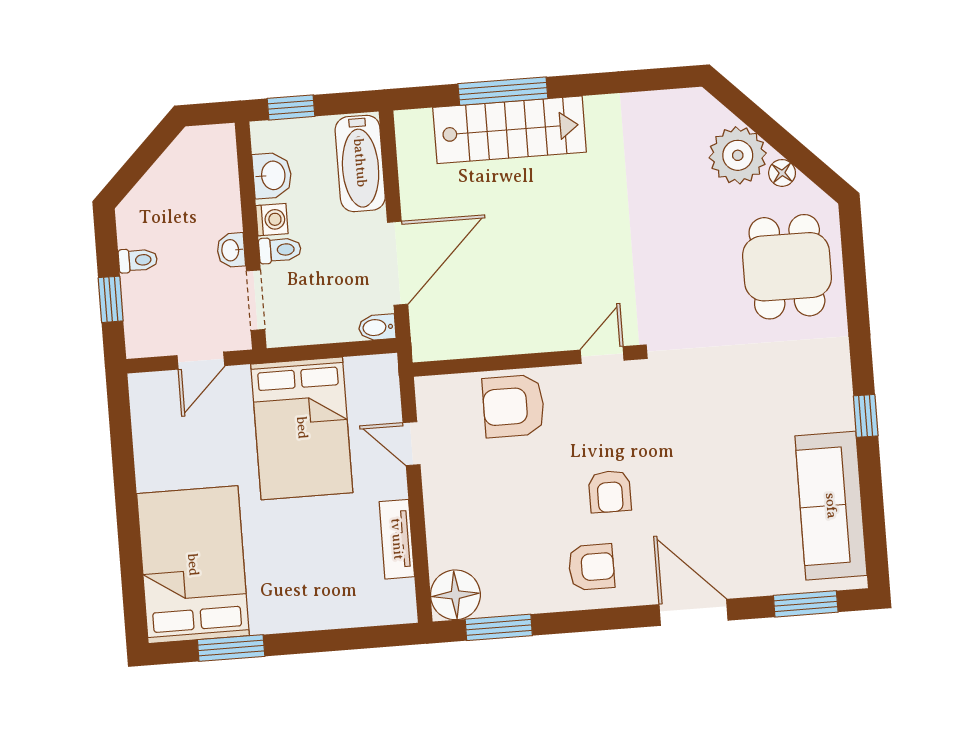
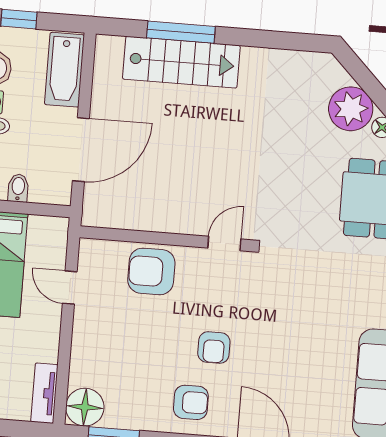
bidet: (377, 327) -> (18, 188), moved, turned 90
tv unit: (397, 539) -> (44, 393), moved

